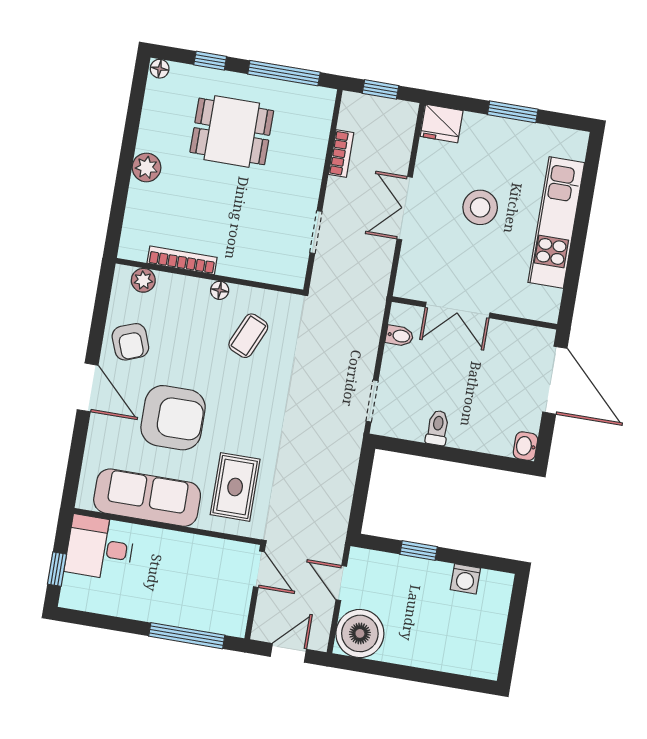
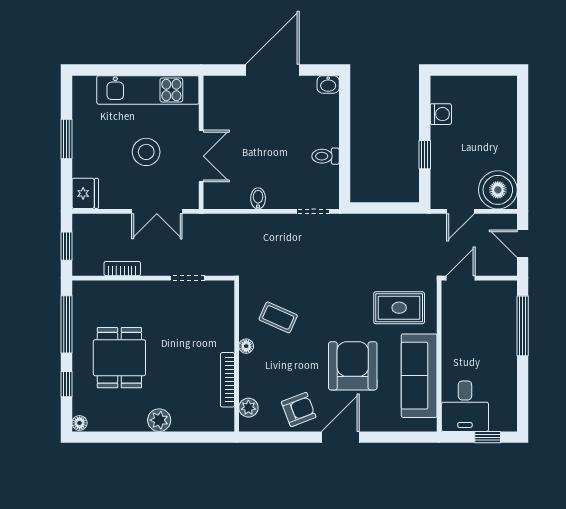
double door: (458, 310) -> (201, 156), moved
wall: (474, 313) -> (201, 142), moved

